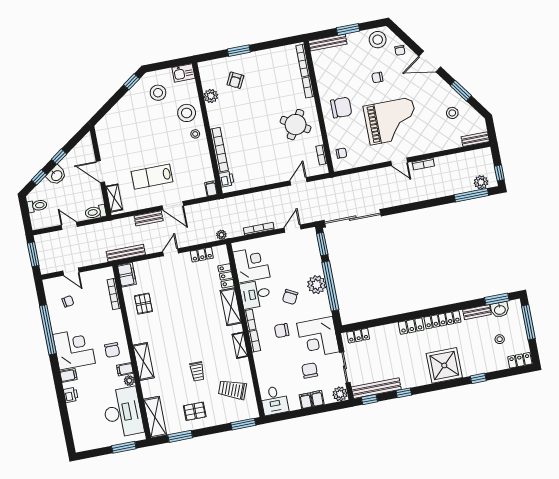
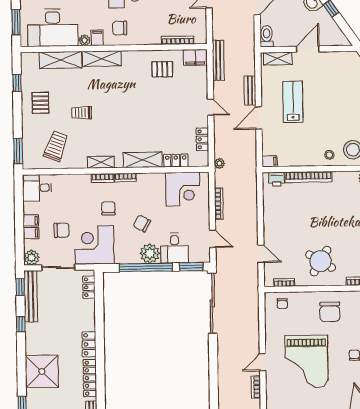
desk: (255, 294) -> (175, 248), moved, turned 180
shelving: (155, 417) -> (61, 60), moved
window: (180, 436) -> (17, 83), width x0.67

